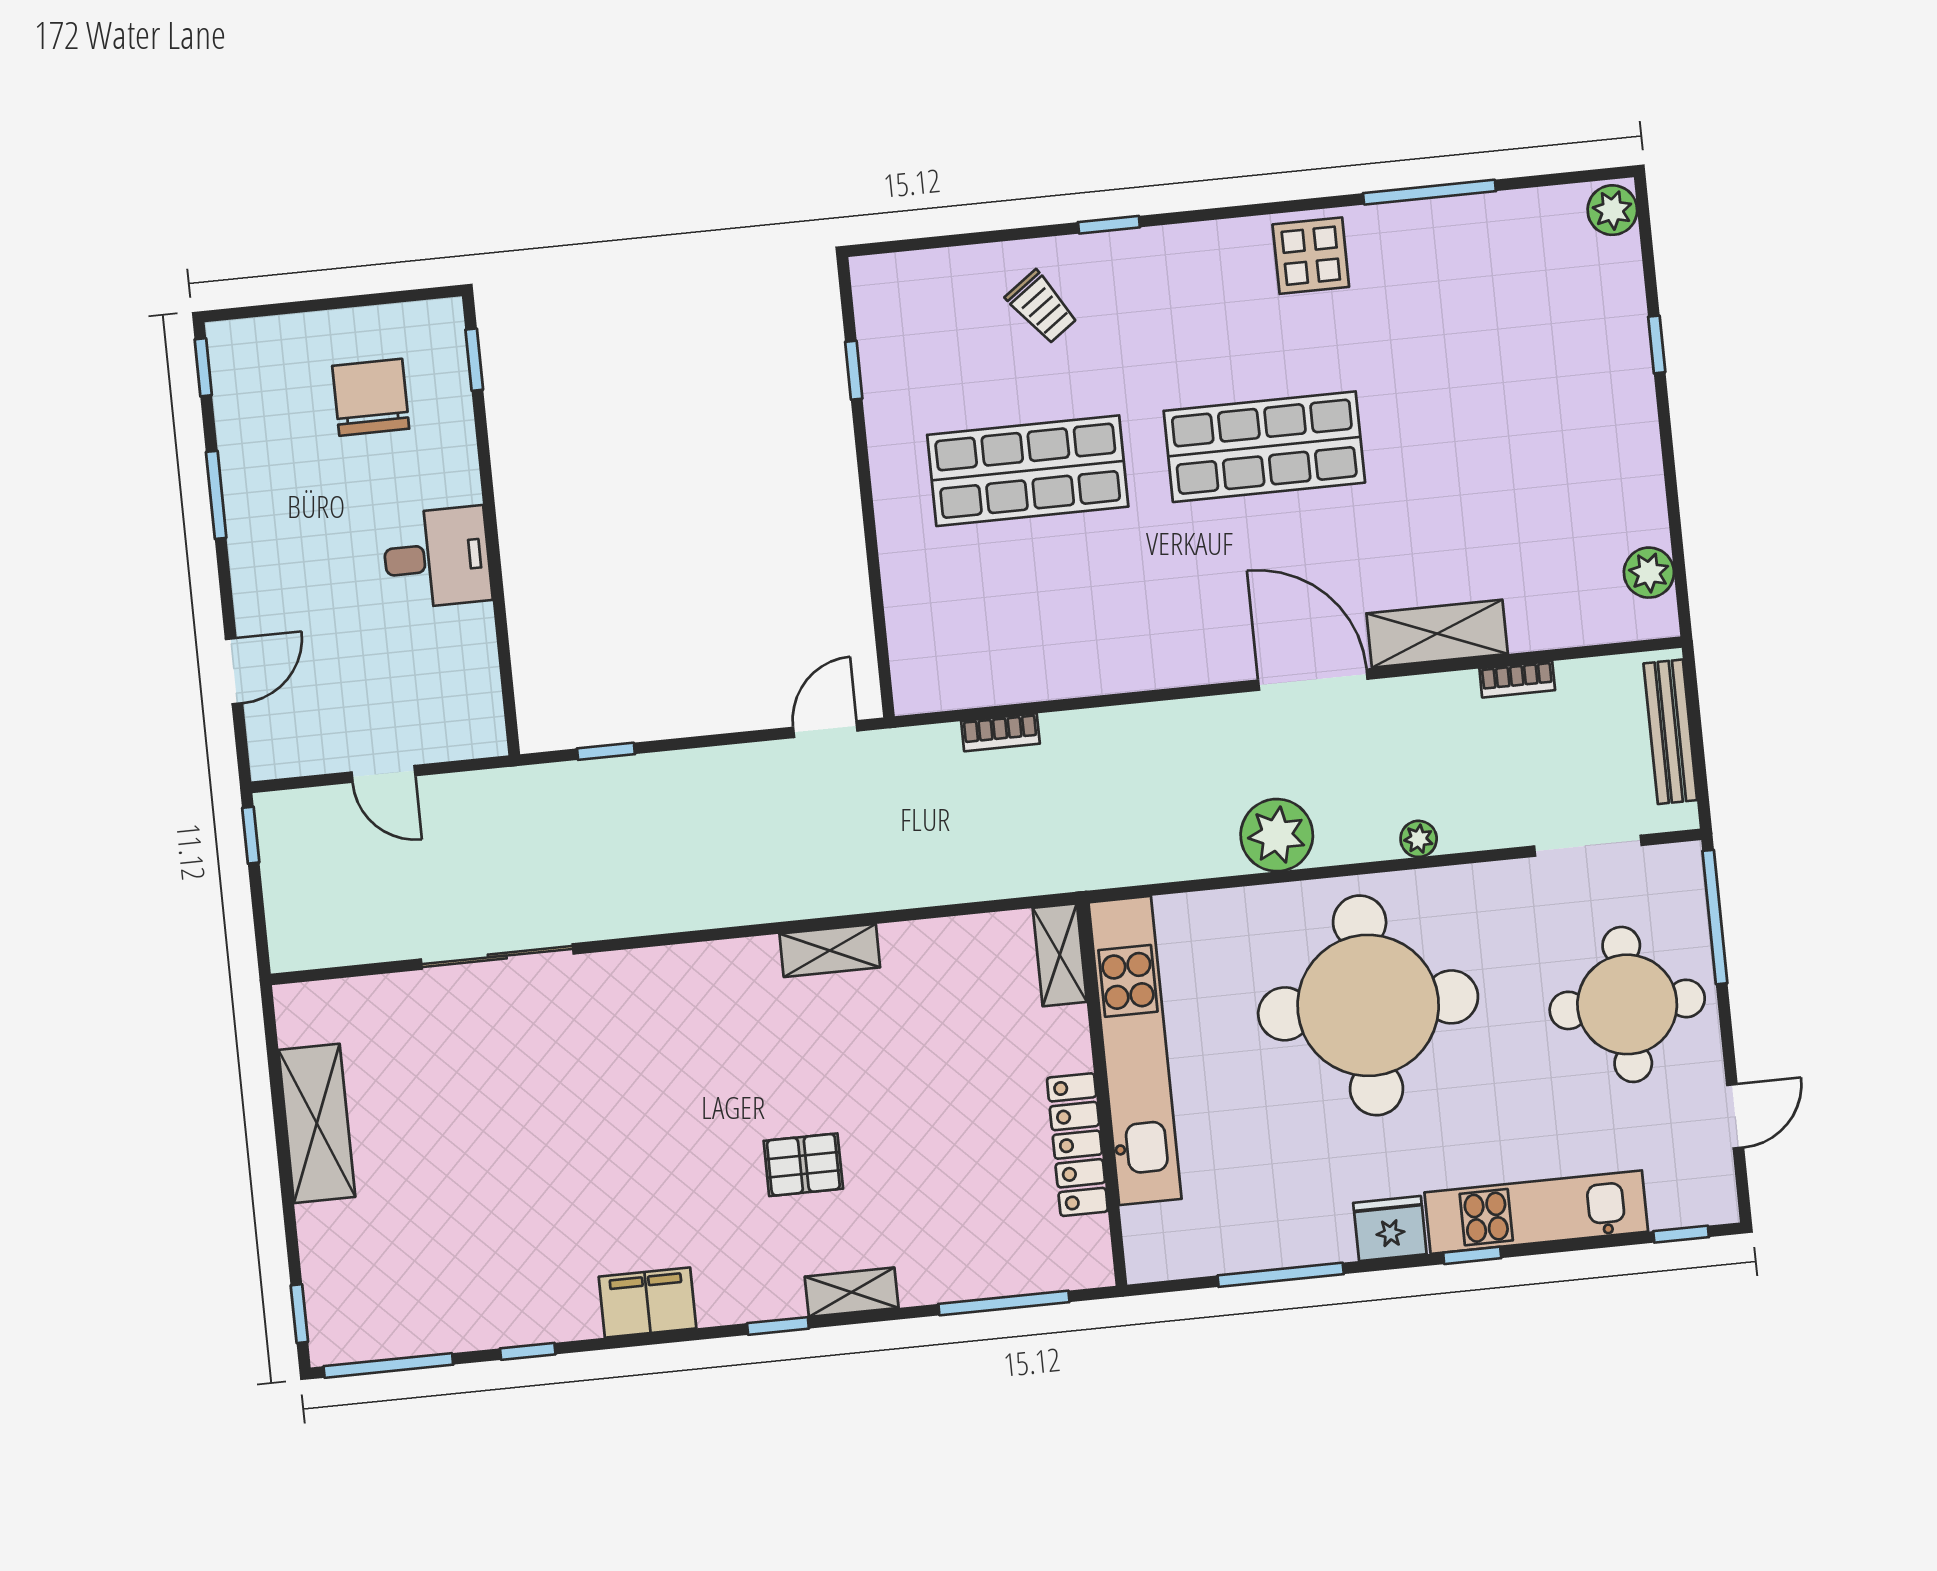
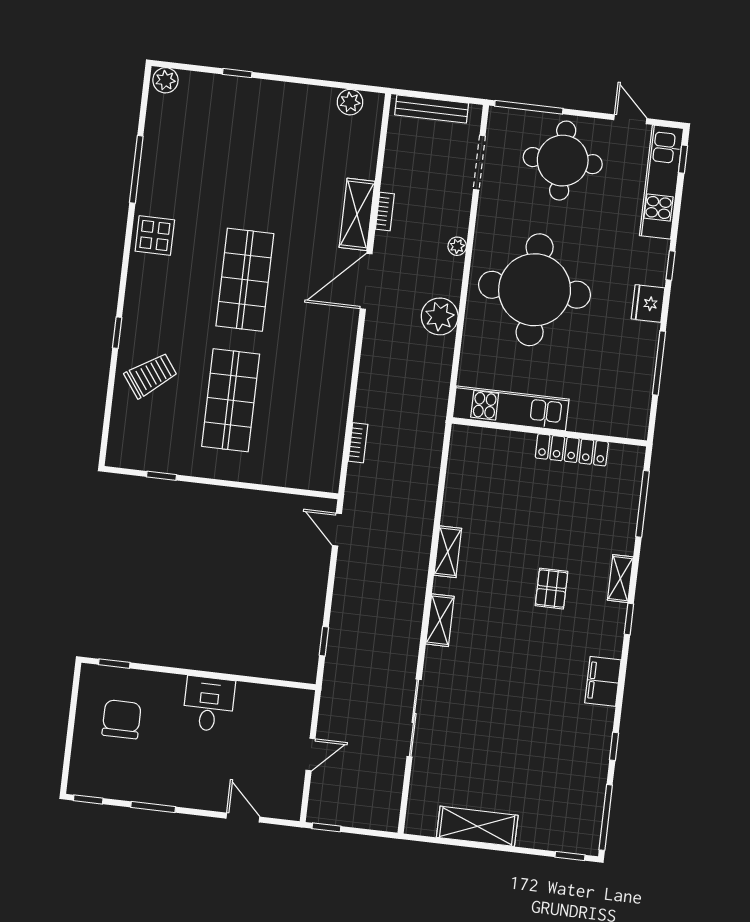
trolley: (1042, 307) -> (151, 375), width x1.36, depth x1.39
chair: (371, 397) -> (122, 719), turned 90
bookcase: (1517, 679) -> (385, 211), moved
shelving: (1060, 955) -> (440, 620), moved, turned 90
kitchen unit: (1135, 1051) -> (511, 408), width x0.73
kitchen unit: (1536, 1212) -> (662, 182), moved

